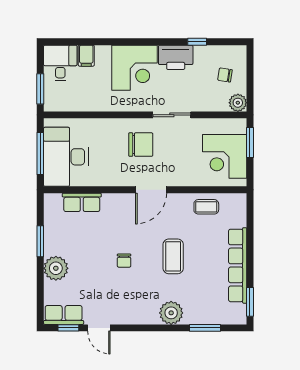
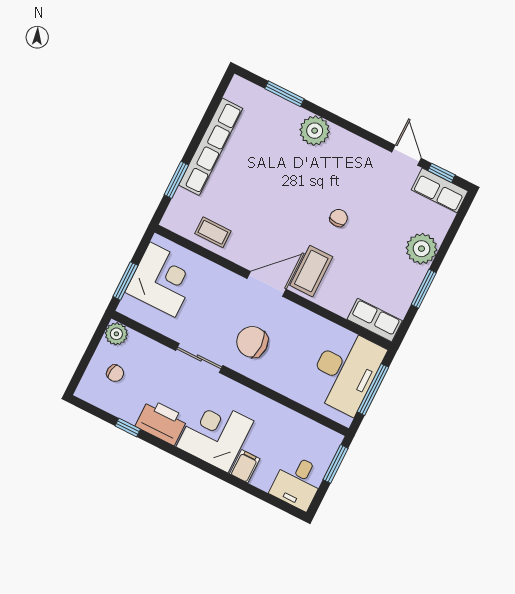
filing cabinet: (86, 56) -> (245, 466), moved
row of seats: (82, 202) -> (375, 320), moved
coffee table: (173, 256) -> (311, 271), moved
window: (250, 302) -> (176, 180), moved

